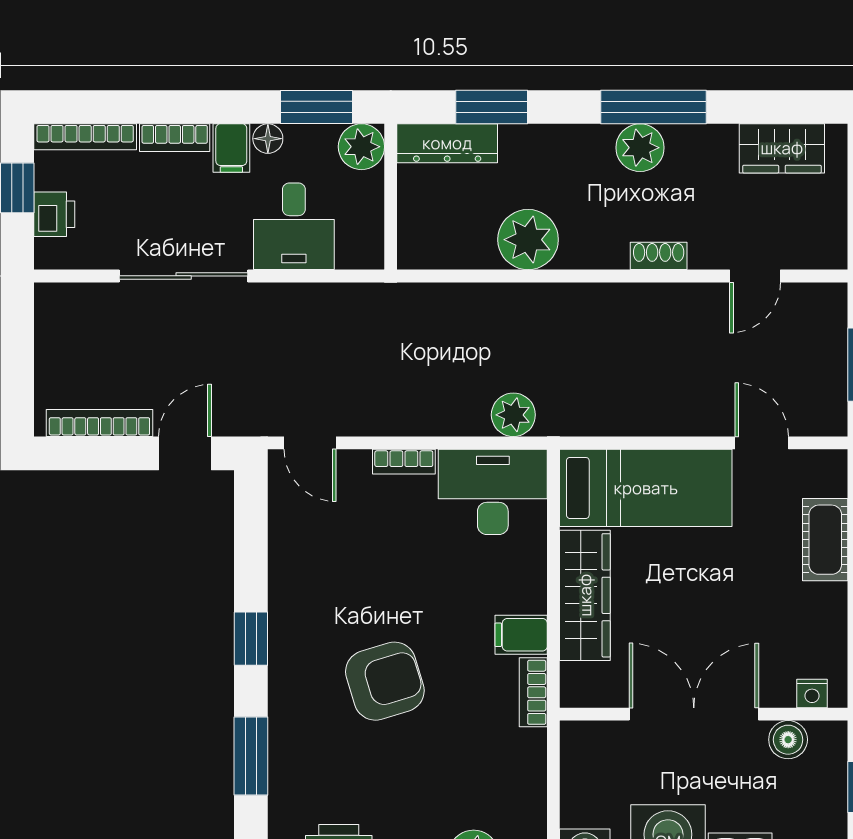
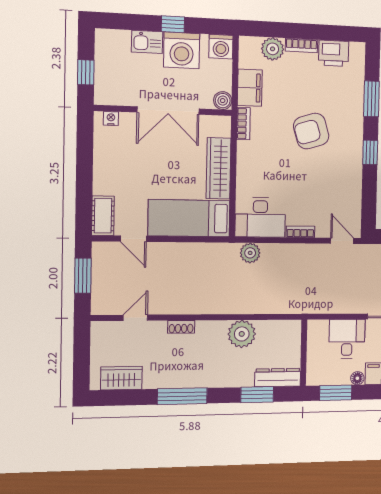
plant: (361, 147) -> (316, 375), removed
plant: (640, 148) -> (189, 377), removed
cot: (825, 540) -> (103, 216), moved
filing cabinet: (521, 635) -> (250, 88), moved, width x2.00
boiler: (788, 740) -> (223, 101), moved

